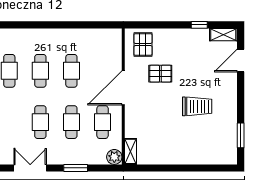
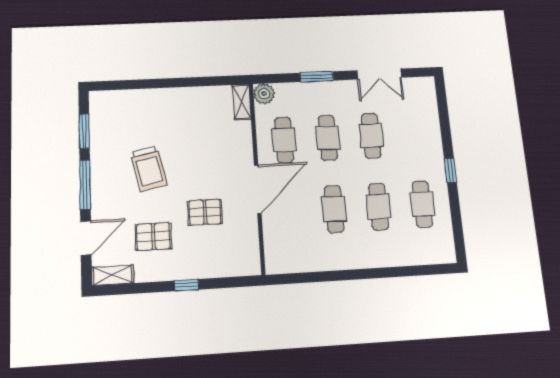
window: (199, 25) -> (186, 285), moved
pallet: (143, 44) -> (153, 237), moved, turned 90
window: (241, 97) -> (85, 185), added
trolley: (197, 106) -> (149, 169), turned -102

